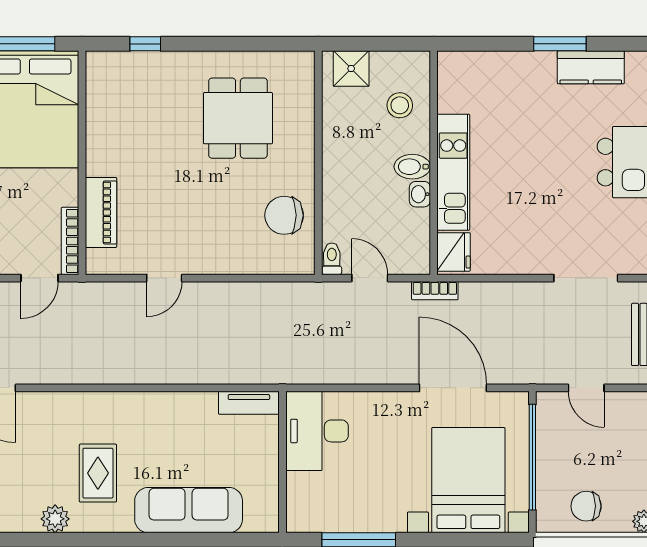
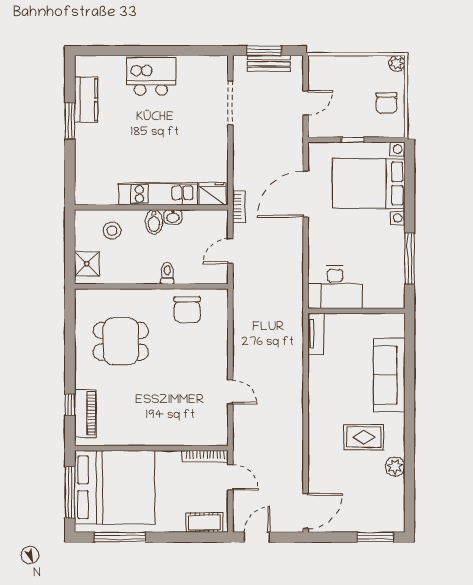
piano: (101, 212) -> (85, 413), moved, turned 90
toilet: (332, 259) -> (167, 273), moved, turned 90
window: (532, 457) -> (353, 140), width x0.32

